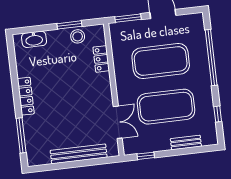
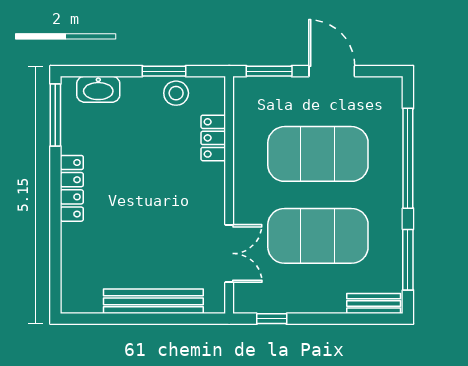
window: (218, 114) -> (408, 260), width x2.17
window: (21, 135) -> (55, 115), moved
bench: (186, 142) -> (374, 303), moved

